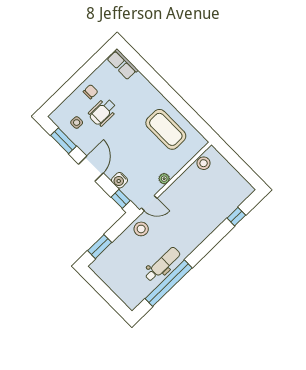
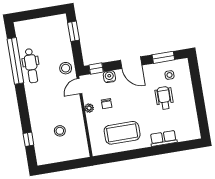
row of seats: (122, 64) -> (163, 138), moved
chair: (91, 92) -> (107, 104), moved
stool: (204, 163) -> (60, 131), moved

